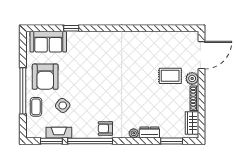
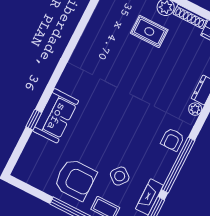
sofa: (48, 42) -> (56, 116), moved
rug: (170, 76) -> (149, 31), turned 90

